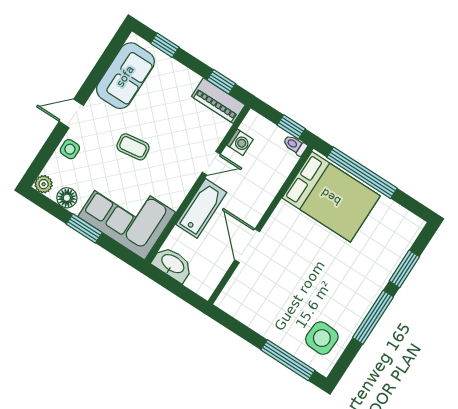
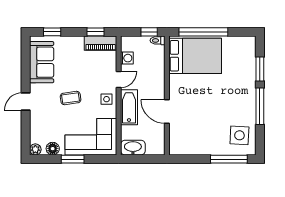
side table: (70, 149) -> (107, 99), moved

